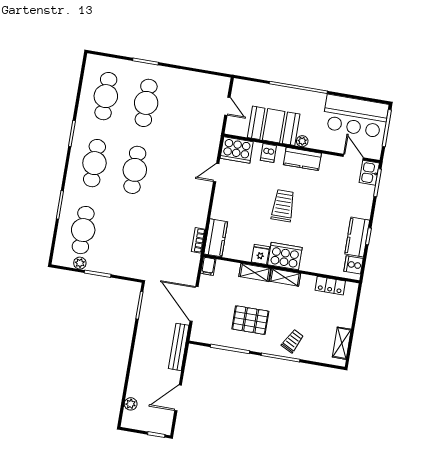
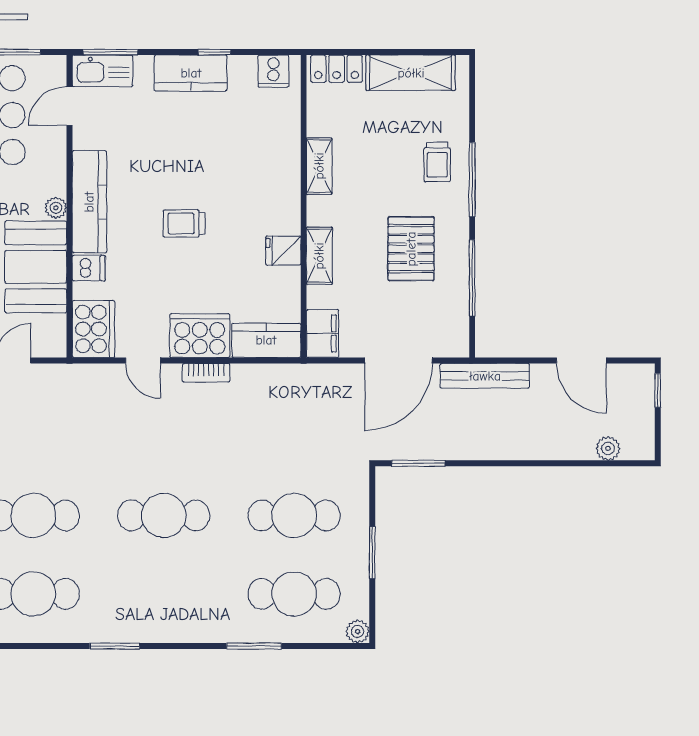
kitchen counter: (302, 159) -> (89, 202), width x1.50
cafe table: (94, 163) -> (294, 515), moved
kitchen sink: (369, 173) -> (102, 71), width x1.38
trolley: (283, 206) -> (184, 224), width x0.73, depth x0.72
kitchen counter: (357, 237) -> (191, 73), moved
bookcase: (198, 240) -> (206, 373), moved
cooker: (285, 256) -> (200, 336), moved, turned 90
plant: (80, 263) -> (358, 631), moved
filing cabinet: (208, 266) -> (323, 333), width x2.00
shelving: (285, 277) -> (319, 166), moved
locker: (330, 286) -> (337, 69), moved, turned 90
trolley: (293, 341) -> (437, 162), turned -117
shelving: (342, 343) -> (411, 73), width x1.50, depth x1.33

